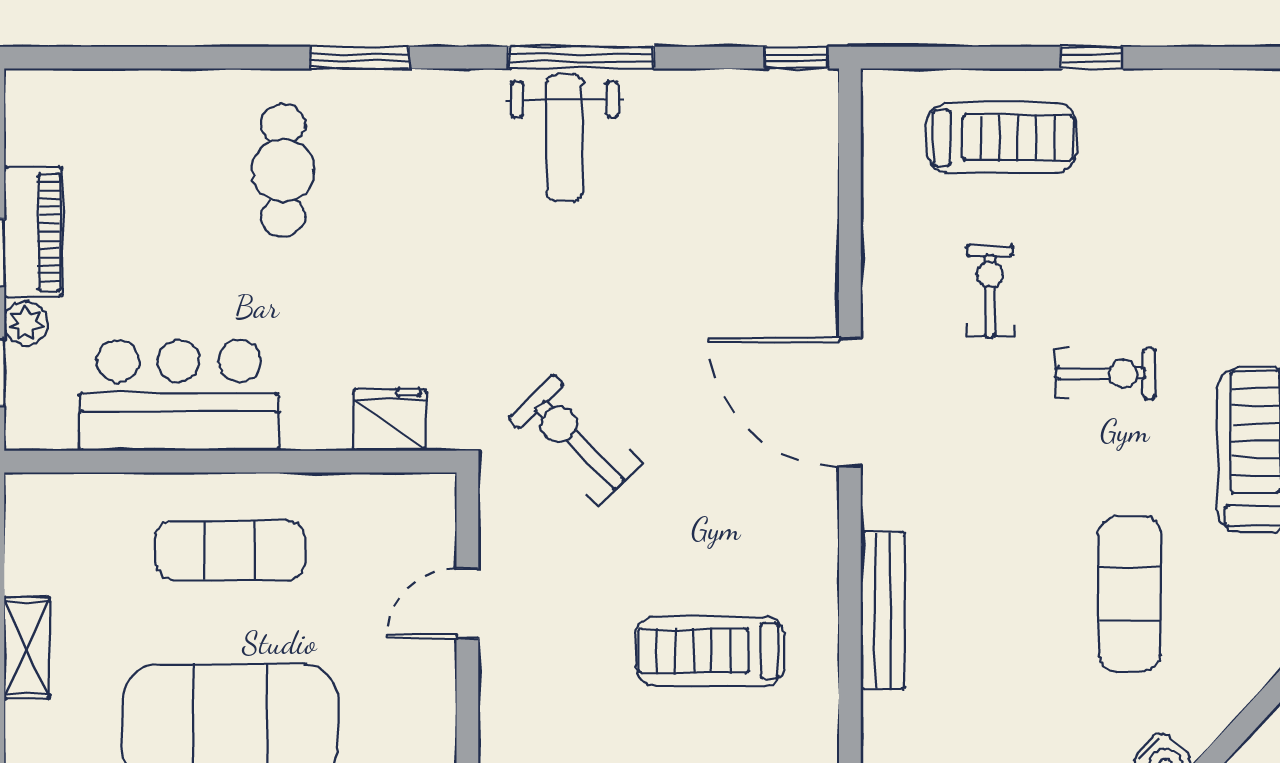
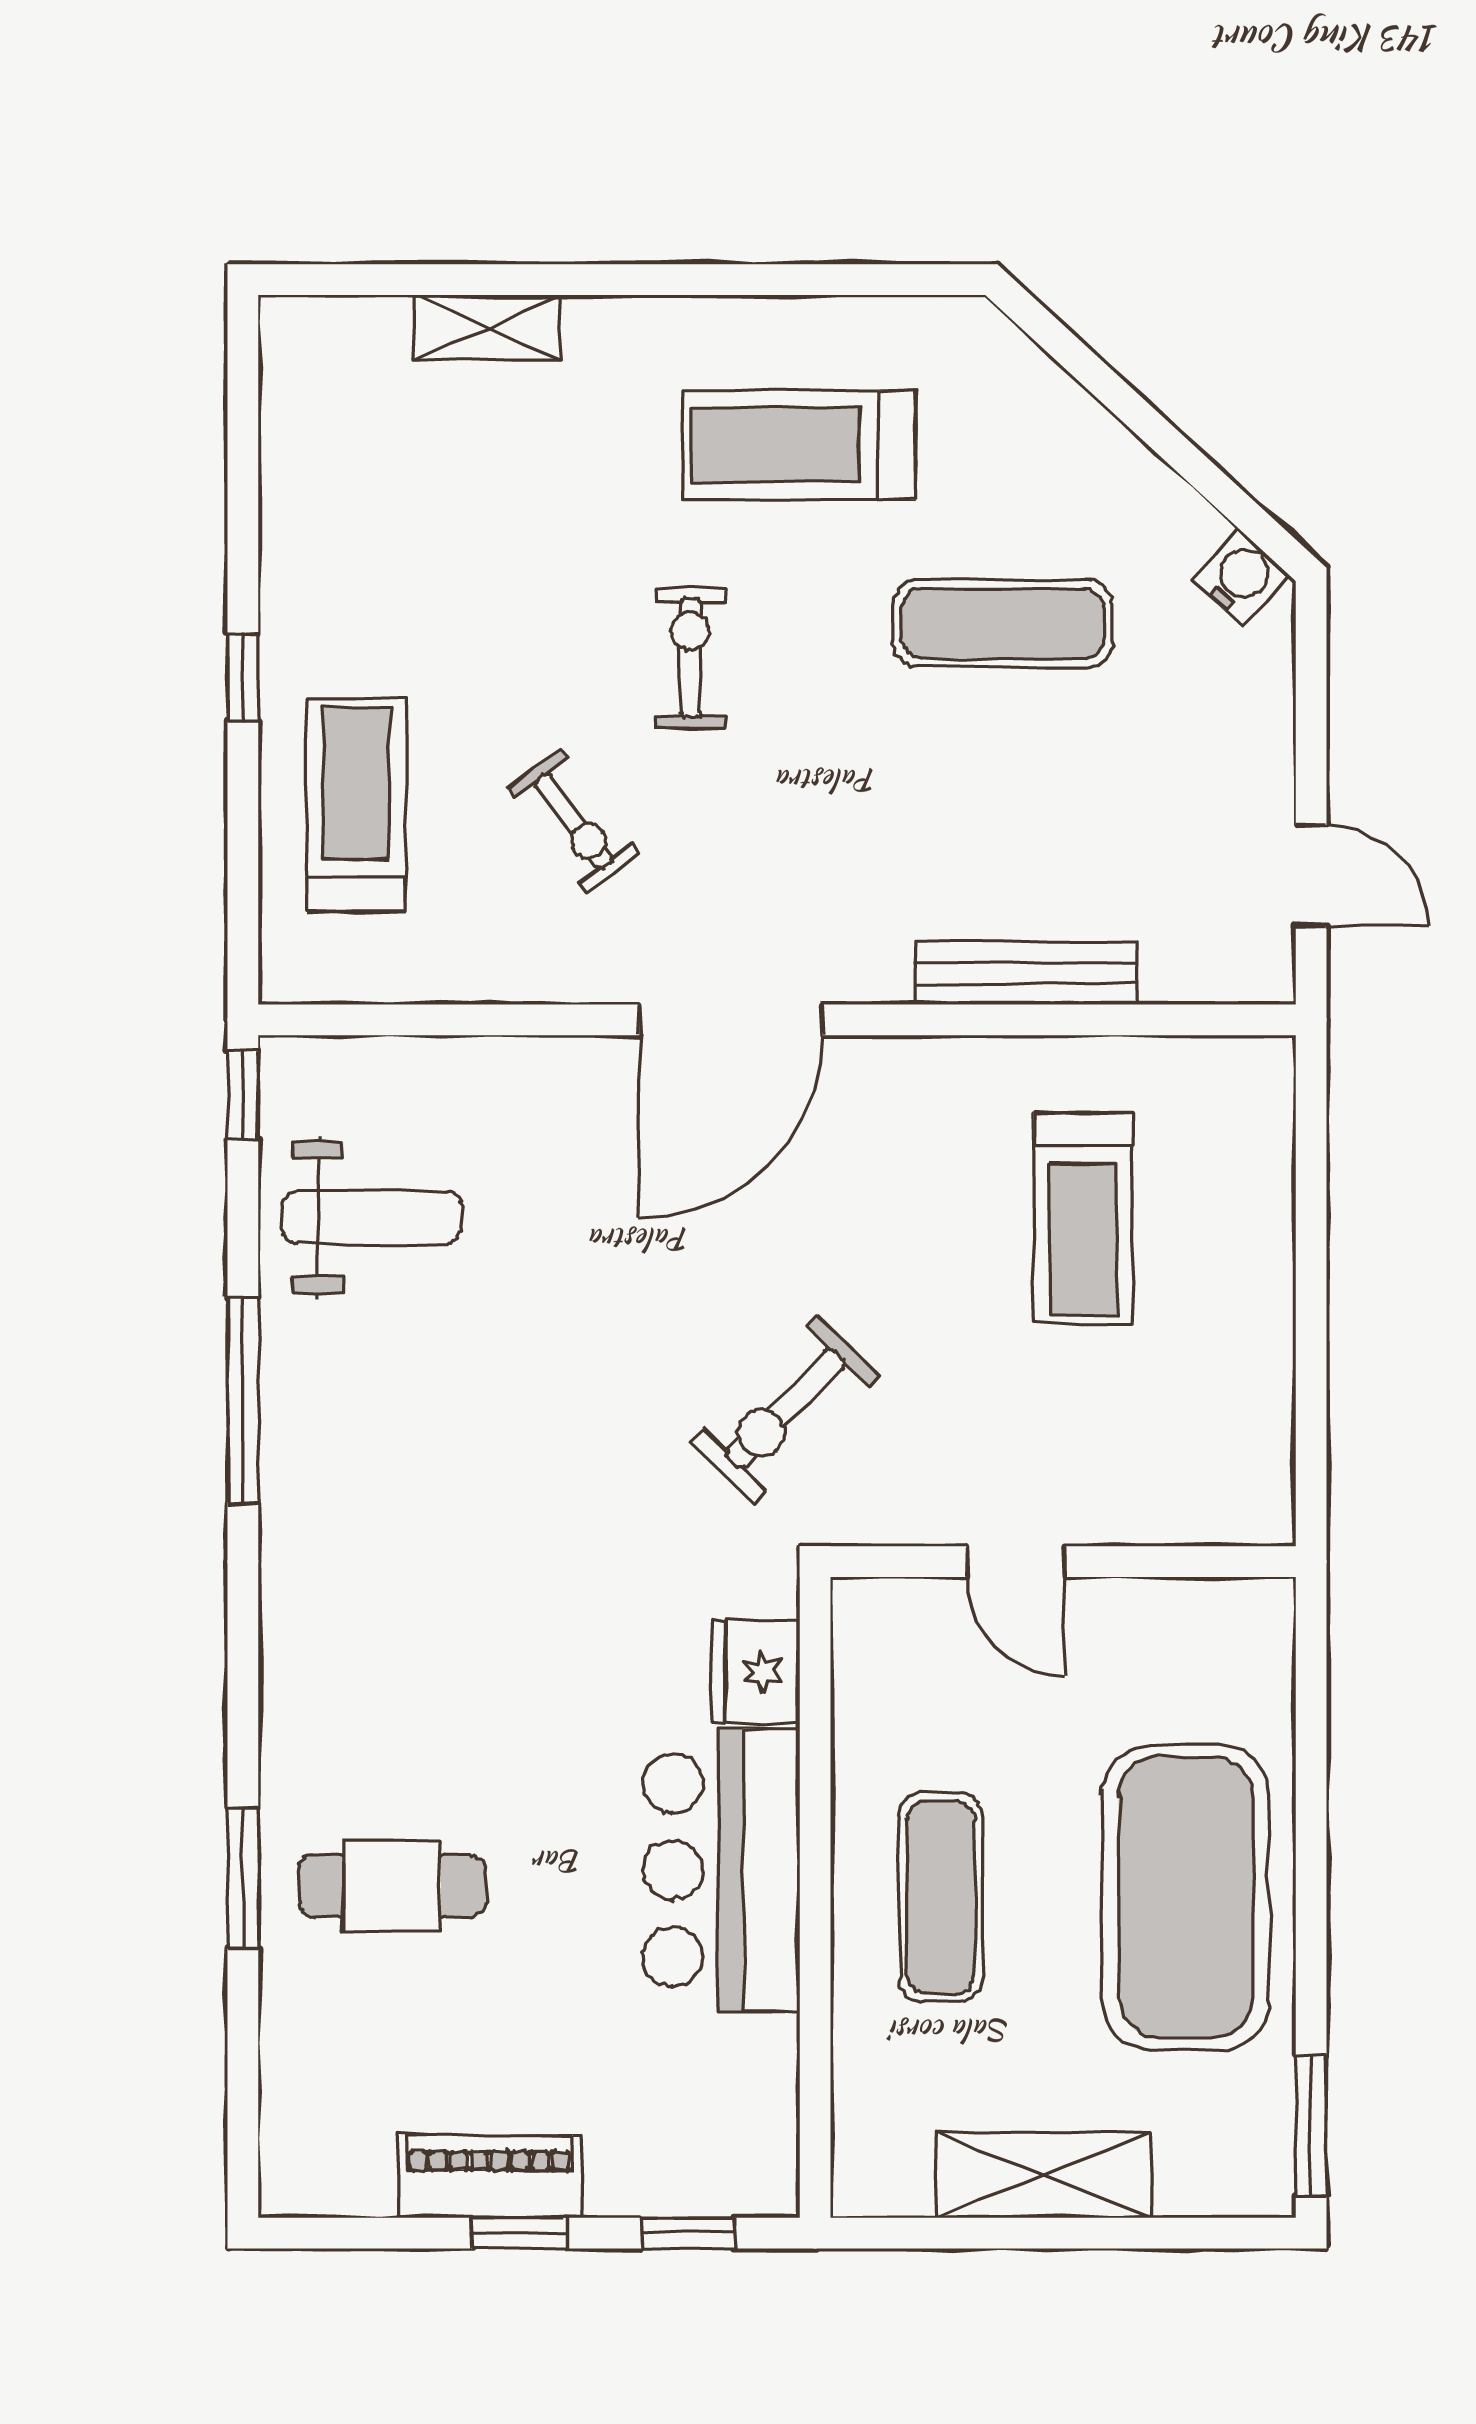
window: (359, 58) -> (243, 1878), moved
weight bench: (565, 137) -> (372, 1217), moved
cafe table: (283, 170) -> (392, 1886), moved
exercise bike: (990, 291) -> (574, 821), turned -127
plant: (26, 323) -> (619, 2187), removed
bar counter: (179, 396) -> (721, 1870), moved
shelving: (27, 648) -> (1043, 2175), width x1.50, depth x1.33

